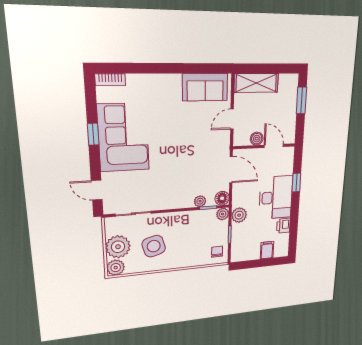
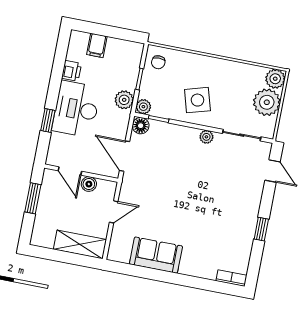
sofa: (205, 87) -> (156, 255), moved
window: (301, 100) -> (33, 198), moved
corner sofa: (124, 138) -> (232, 219), removed
plant: (200, 201) -> (206, 137), moved
side table: (154, 246) -> (197, 100), moved

